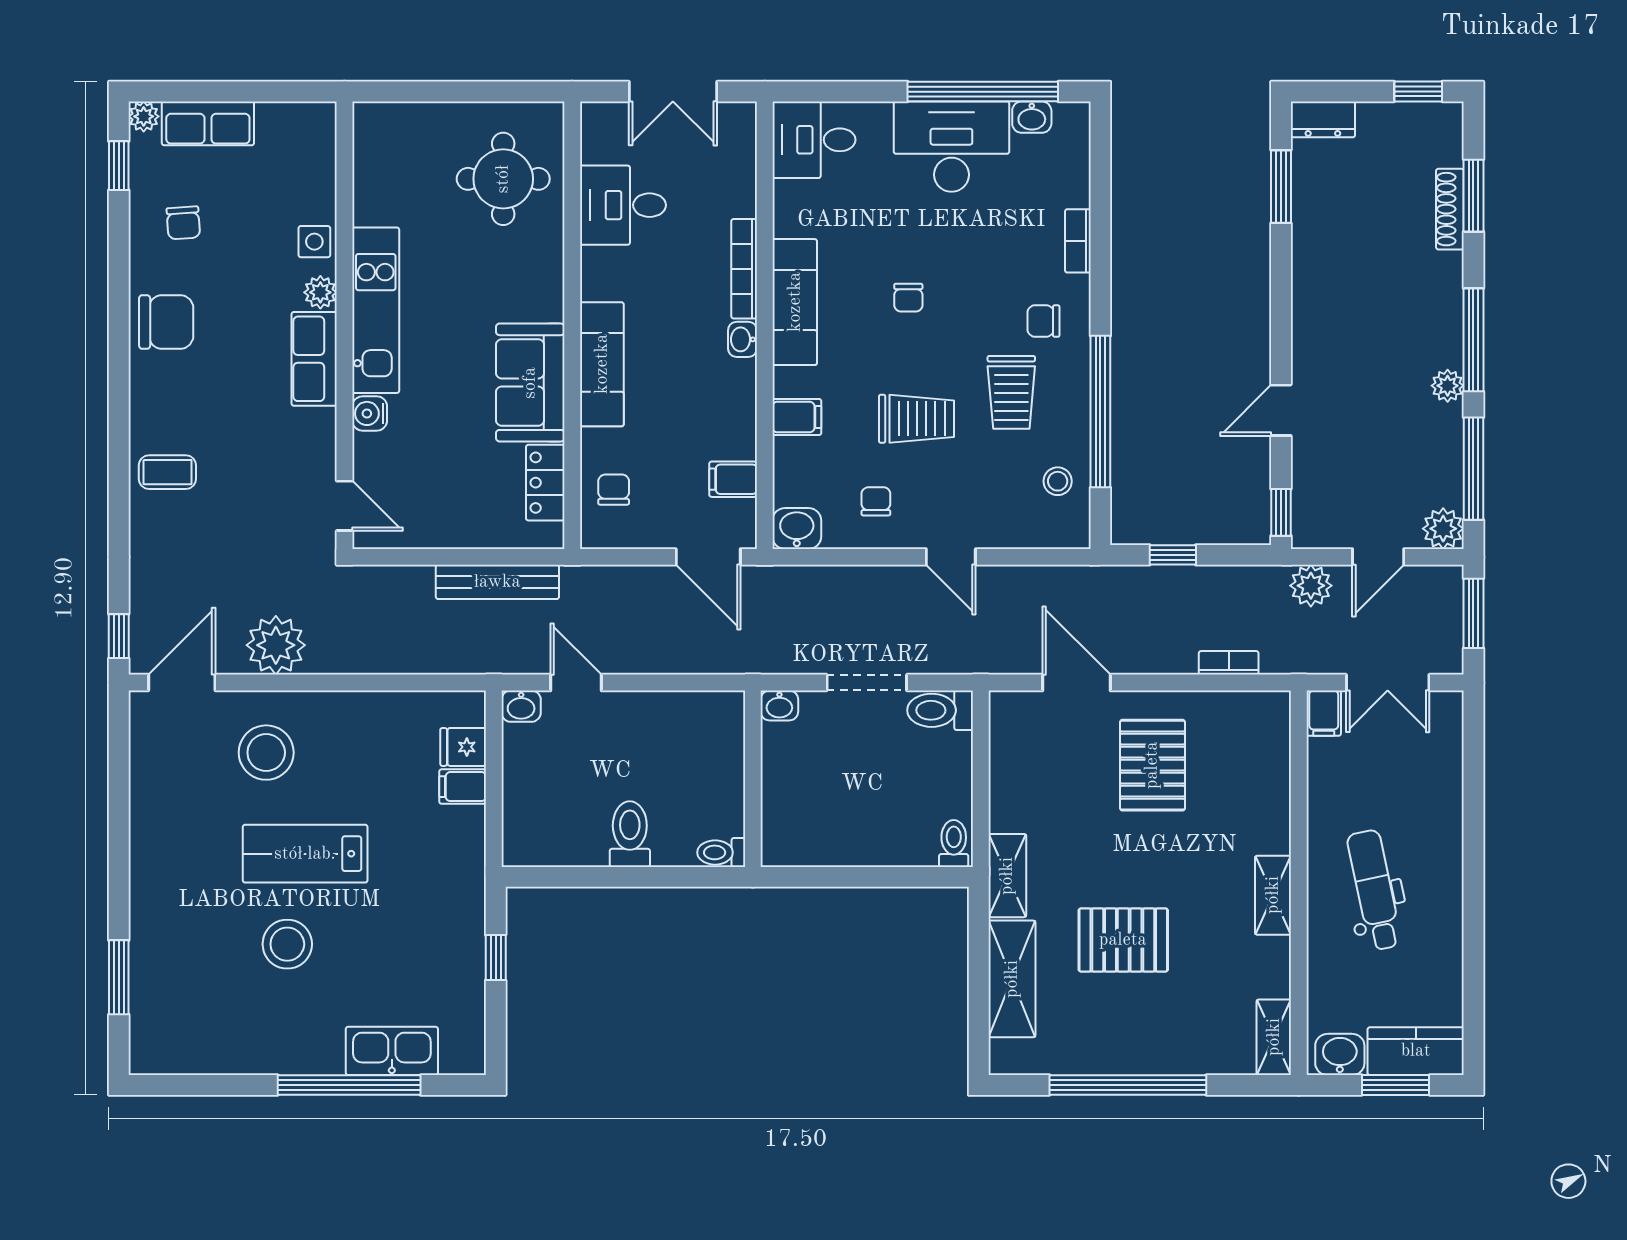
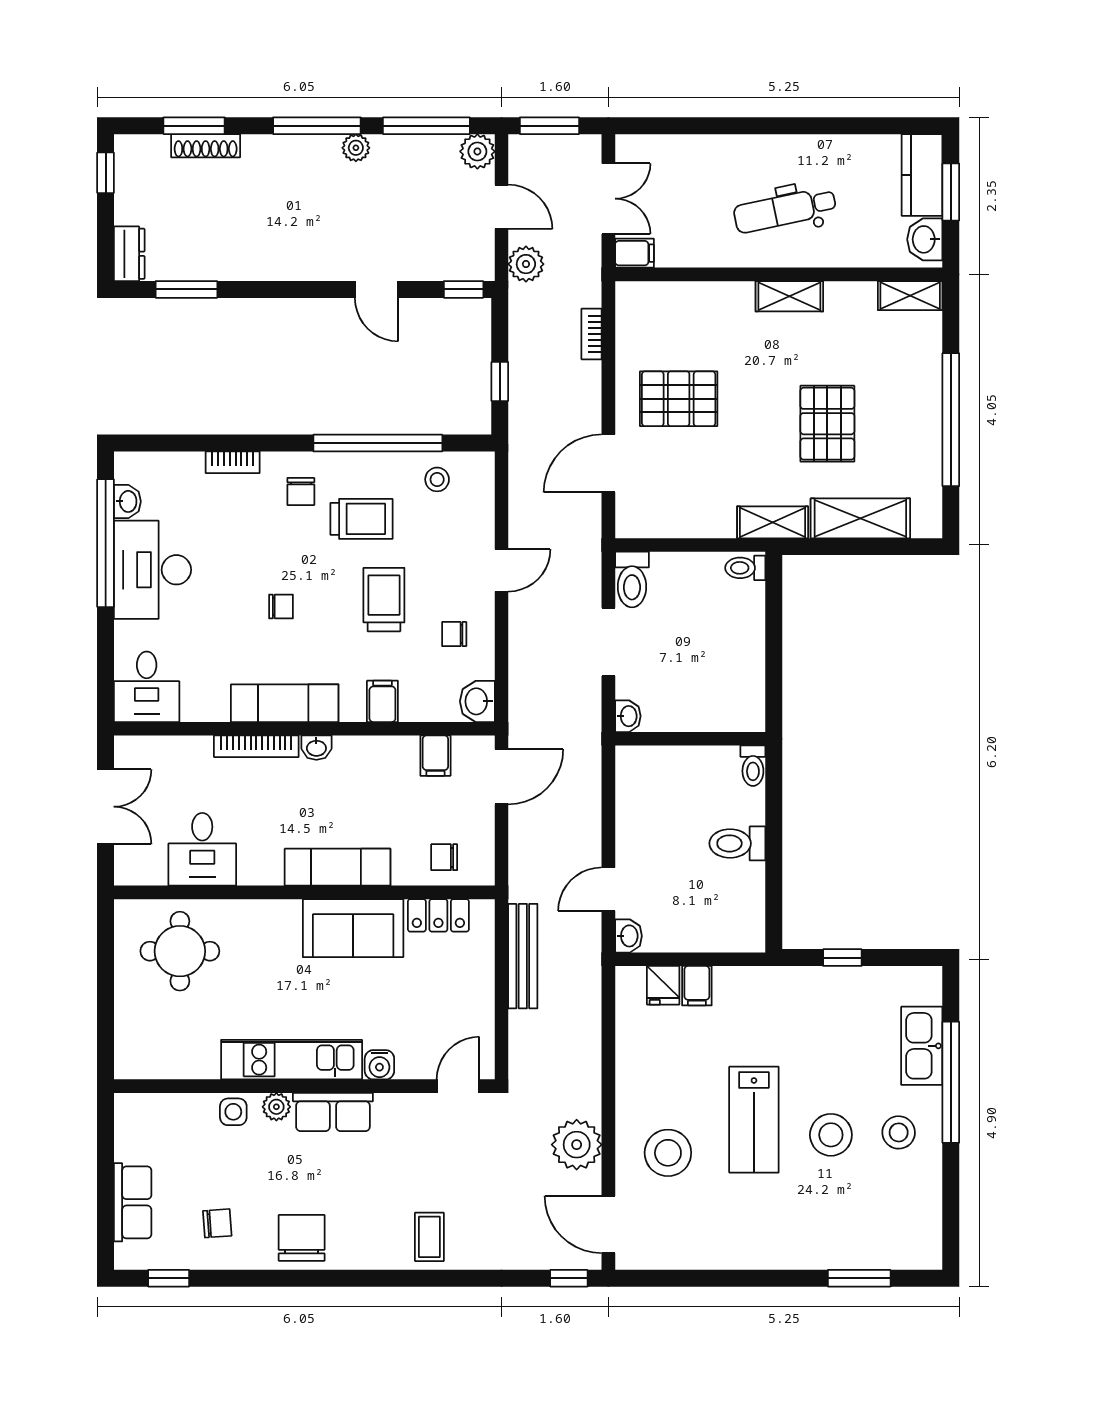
plant: (144, 116) -> (127, 1257), removed
stool: (290, 1024) -> (899, 1132), added

